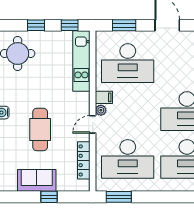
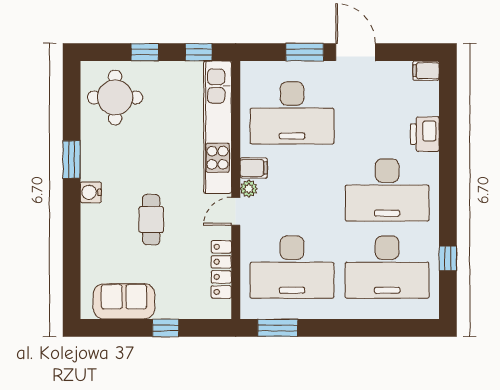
window: (124, 25) -> (305, 52), moved
kitchen unit: (81, 61) -> (218, 127), width x1.36
cafe table: (40, 129) -> (151, 220), width x0.73, depth x0.74
sofa: (37, 180) -> (124, 301), moved

